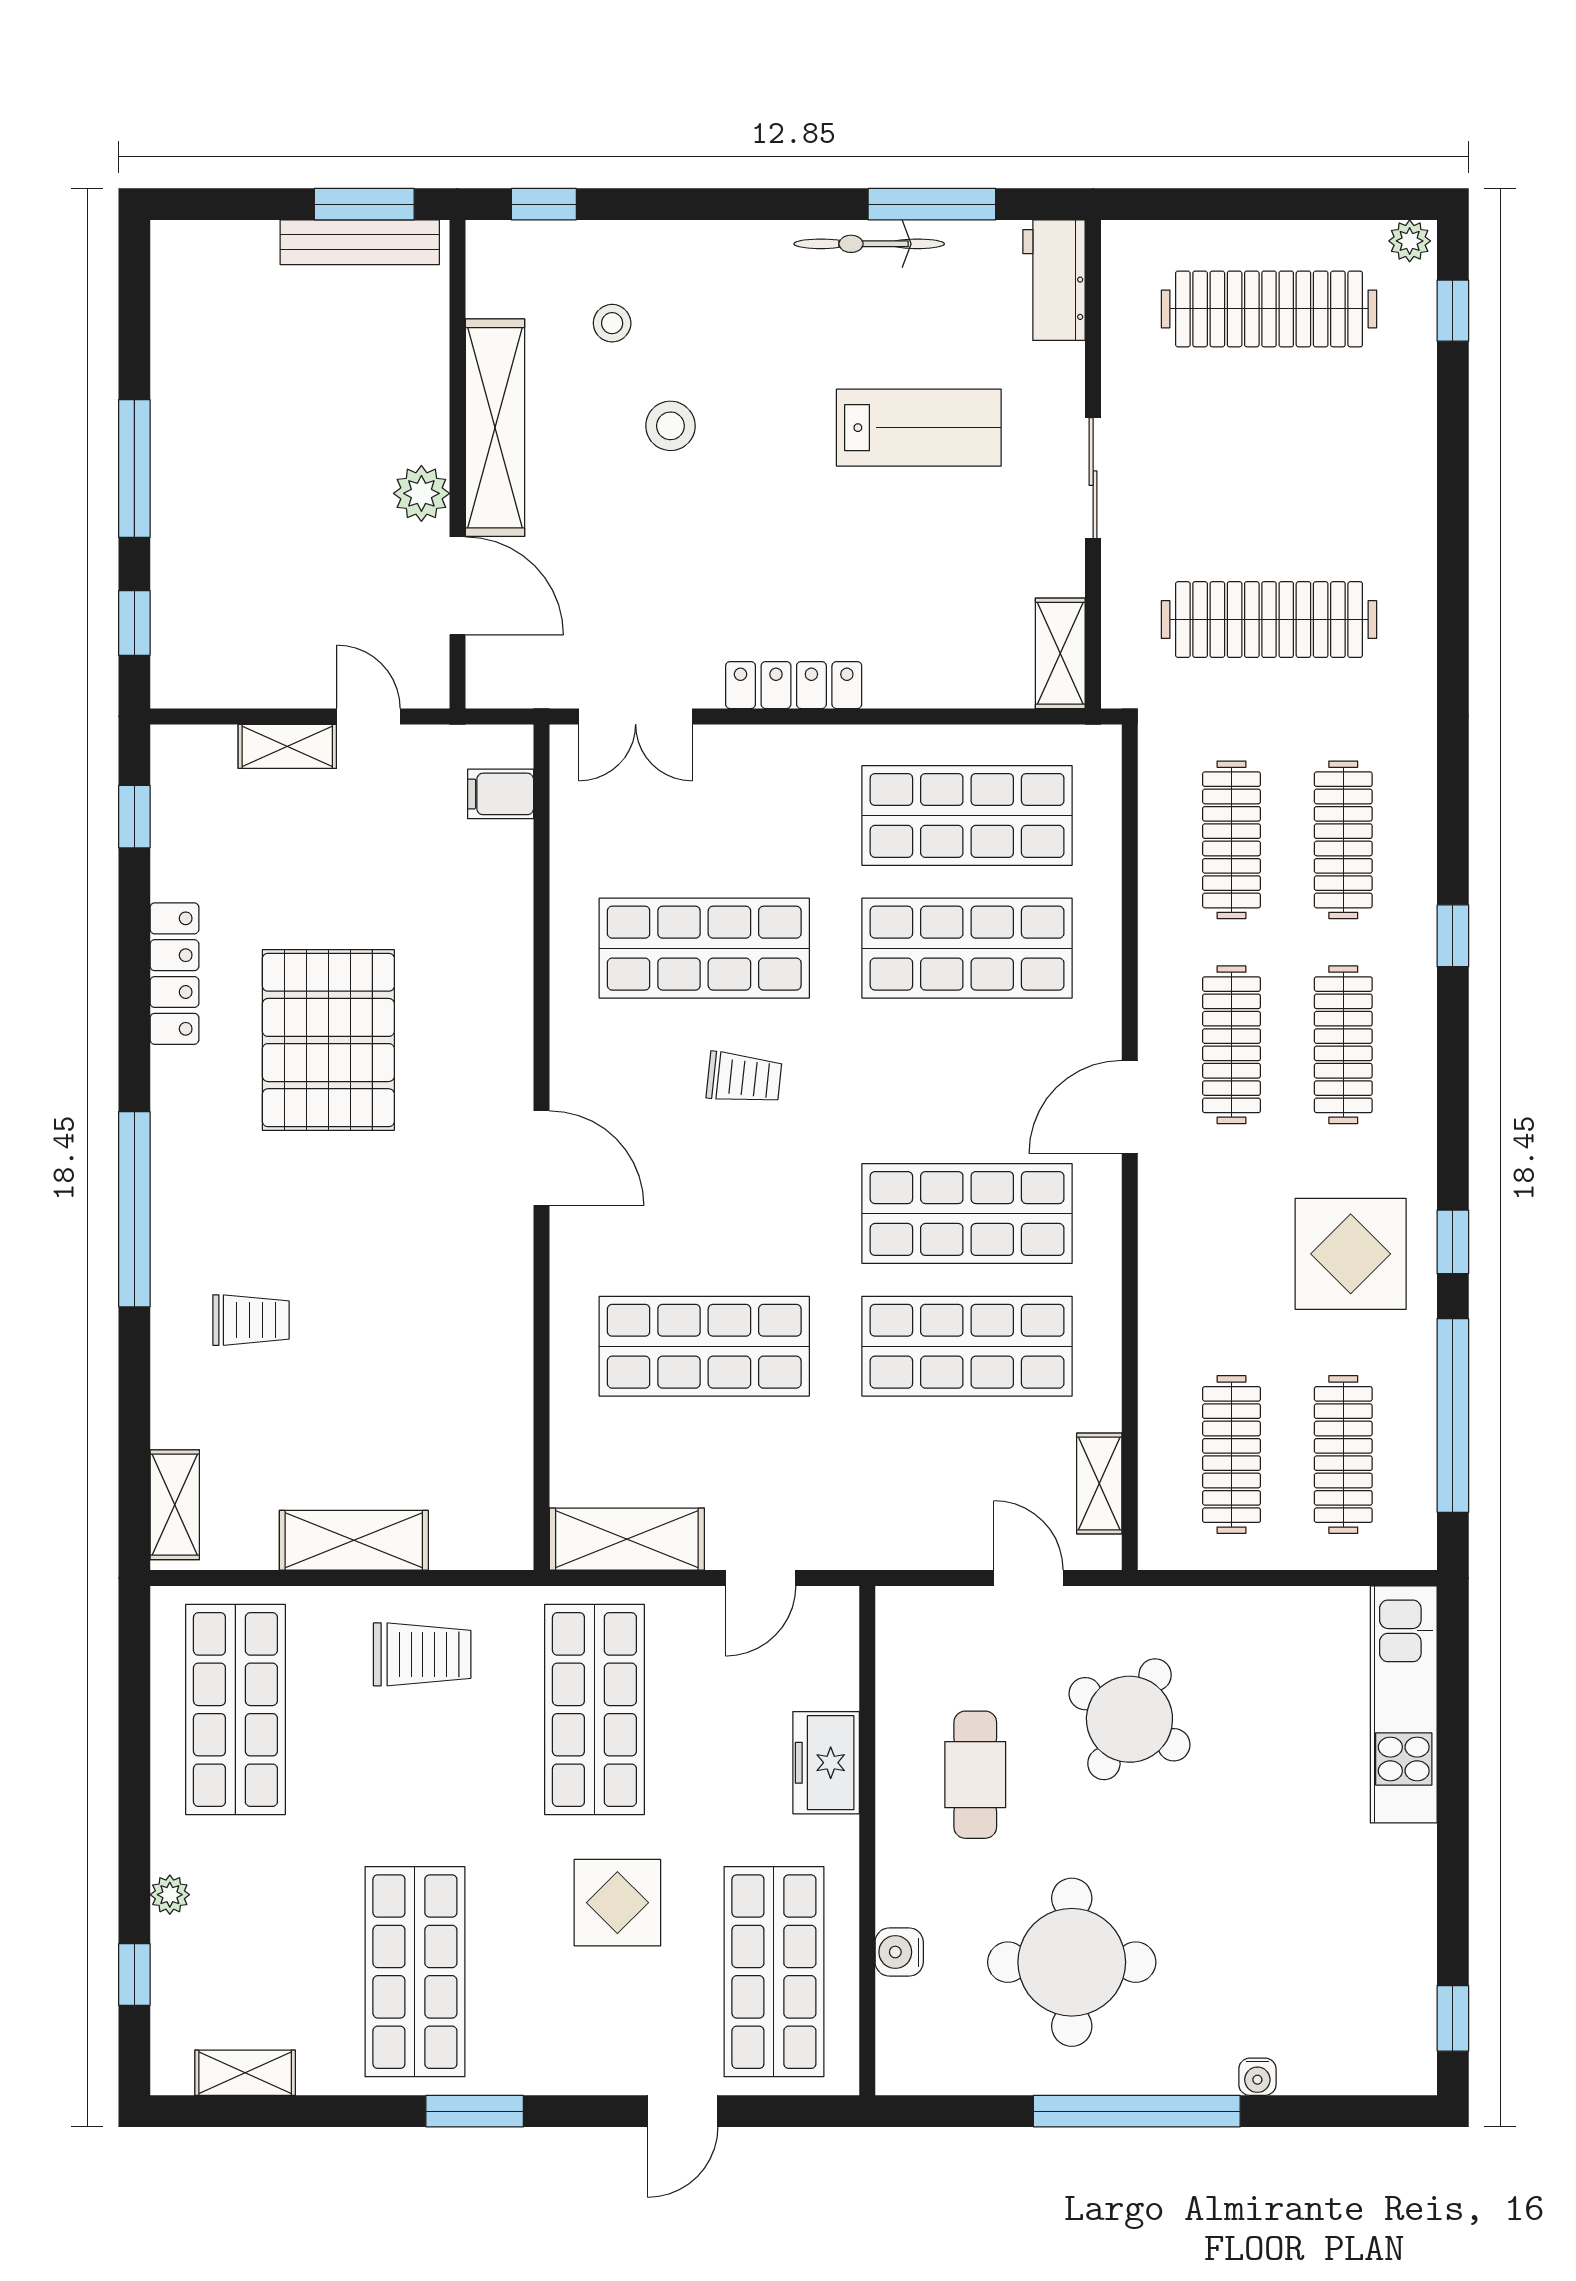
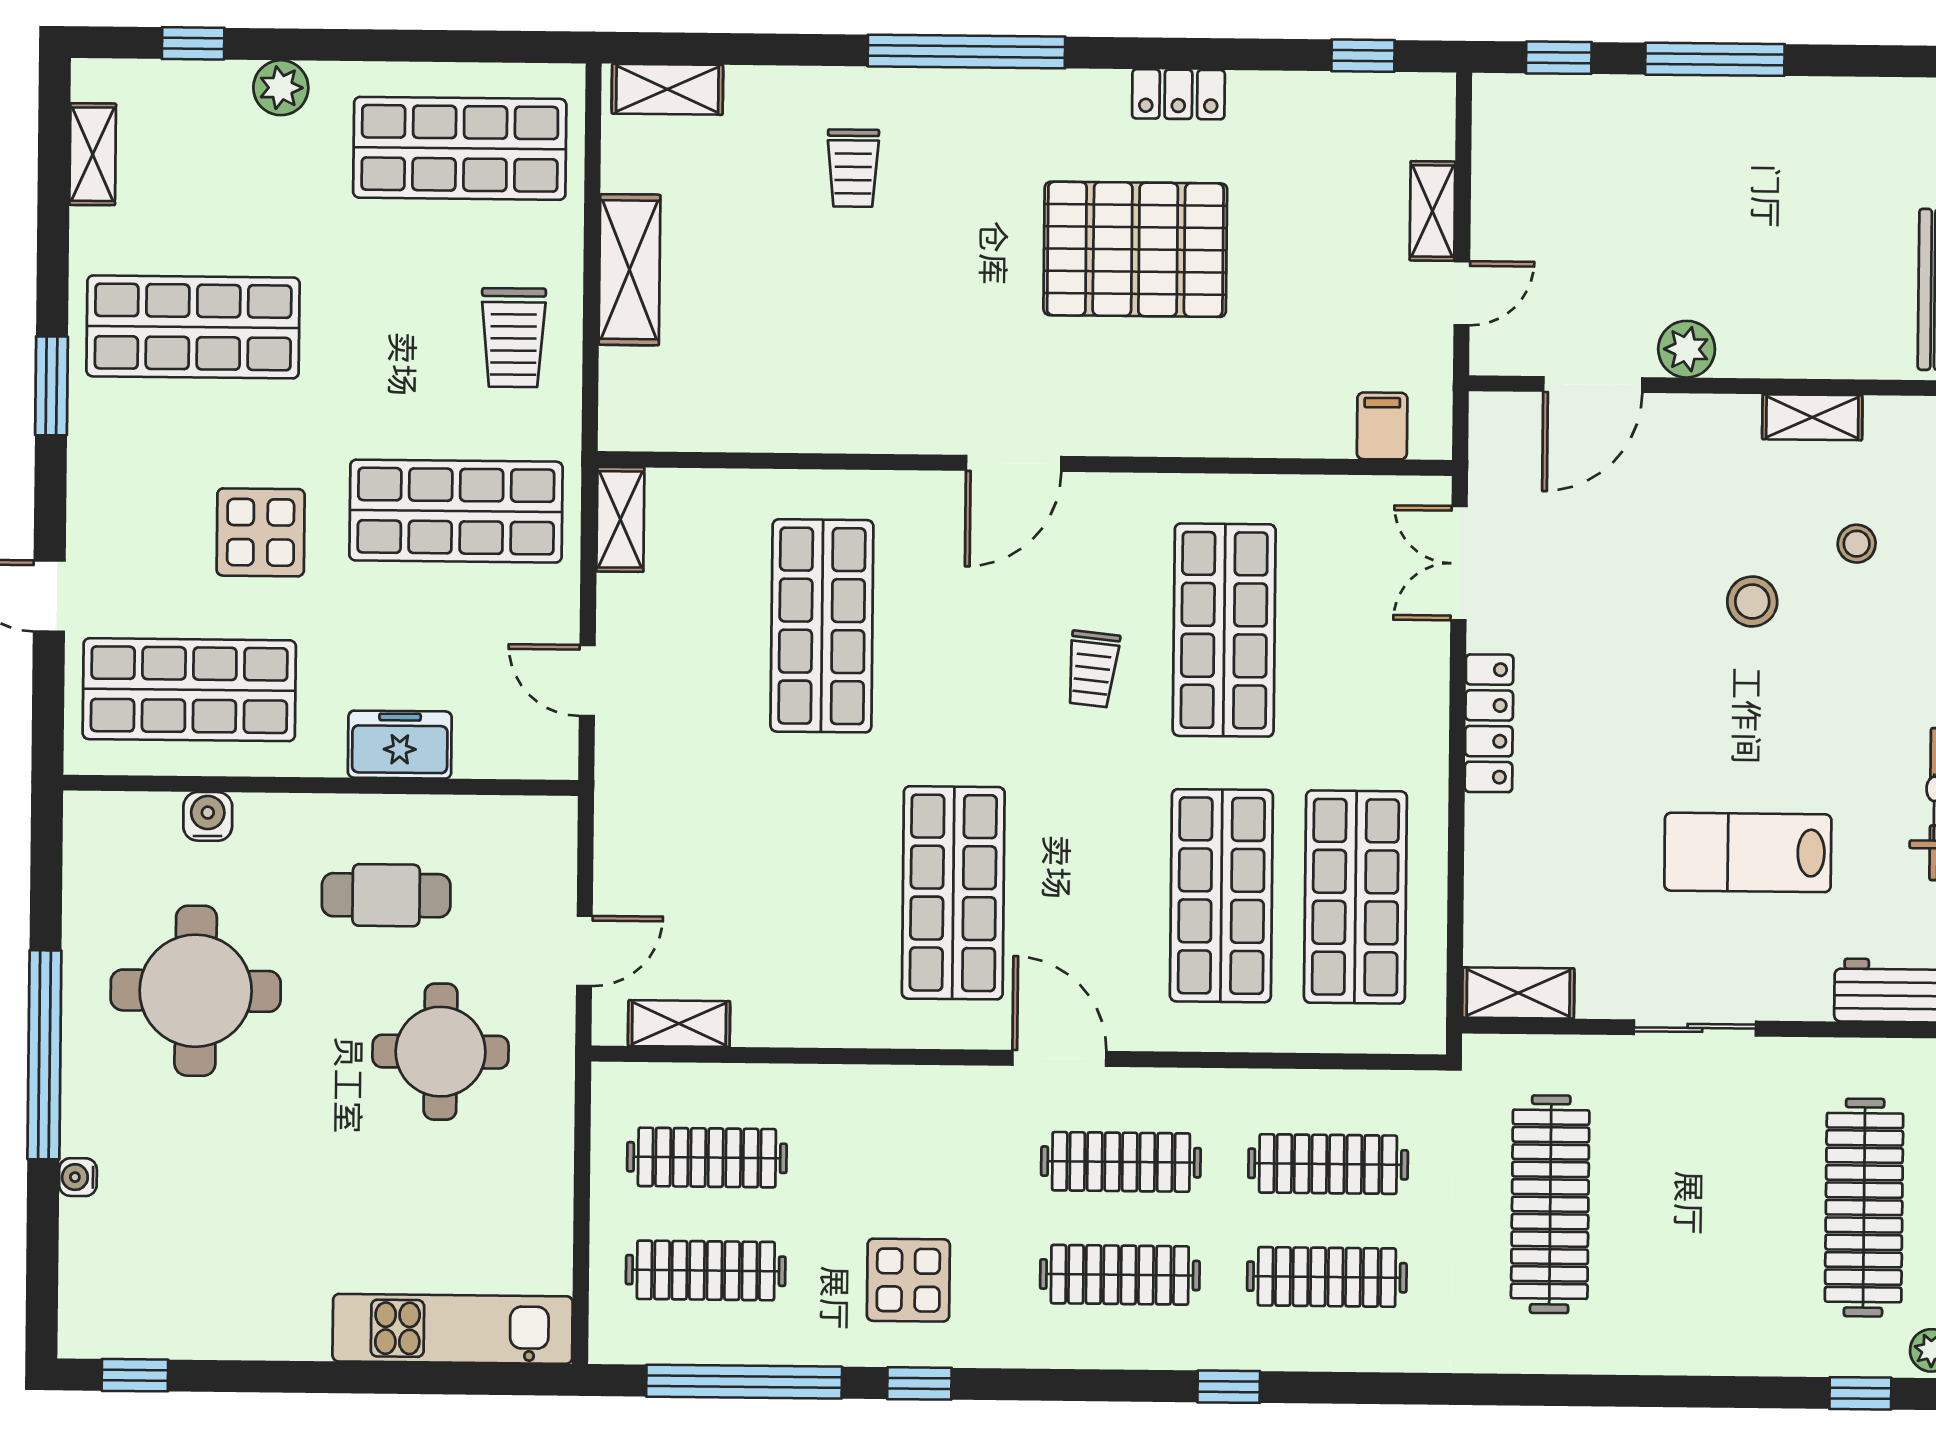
shelving: (495, 428) -> (1812, 417), width x0.45, depth x0.75
lab bench: (919, 428) -> (1748, 852), turned 90
locker: (174, 974) -> (1178, 94), width x0.66
display table: (1351, 1254) -> (908, 1280), width x0.73, depth x0.73
shop shelf: (967, 1346) -> (819, 891), removed
shelving: (627, 1539) -> (620, 519), width x0.67, depth x0.75
round table: (1129, 1719) -> (441, 1052), turned -30
plant: (170, 1895) -> (281, 88), width x1.38, depth x1.38

